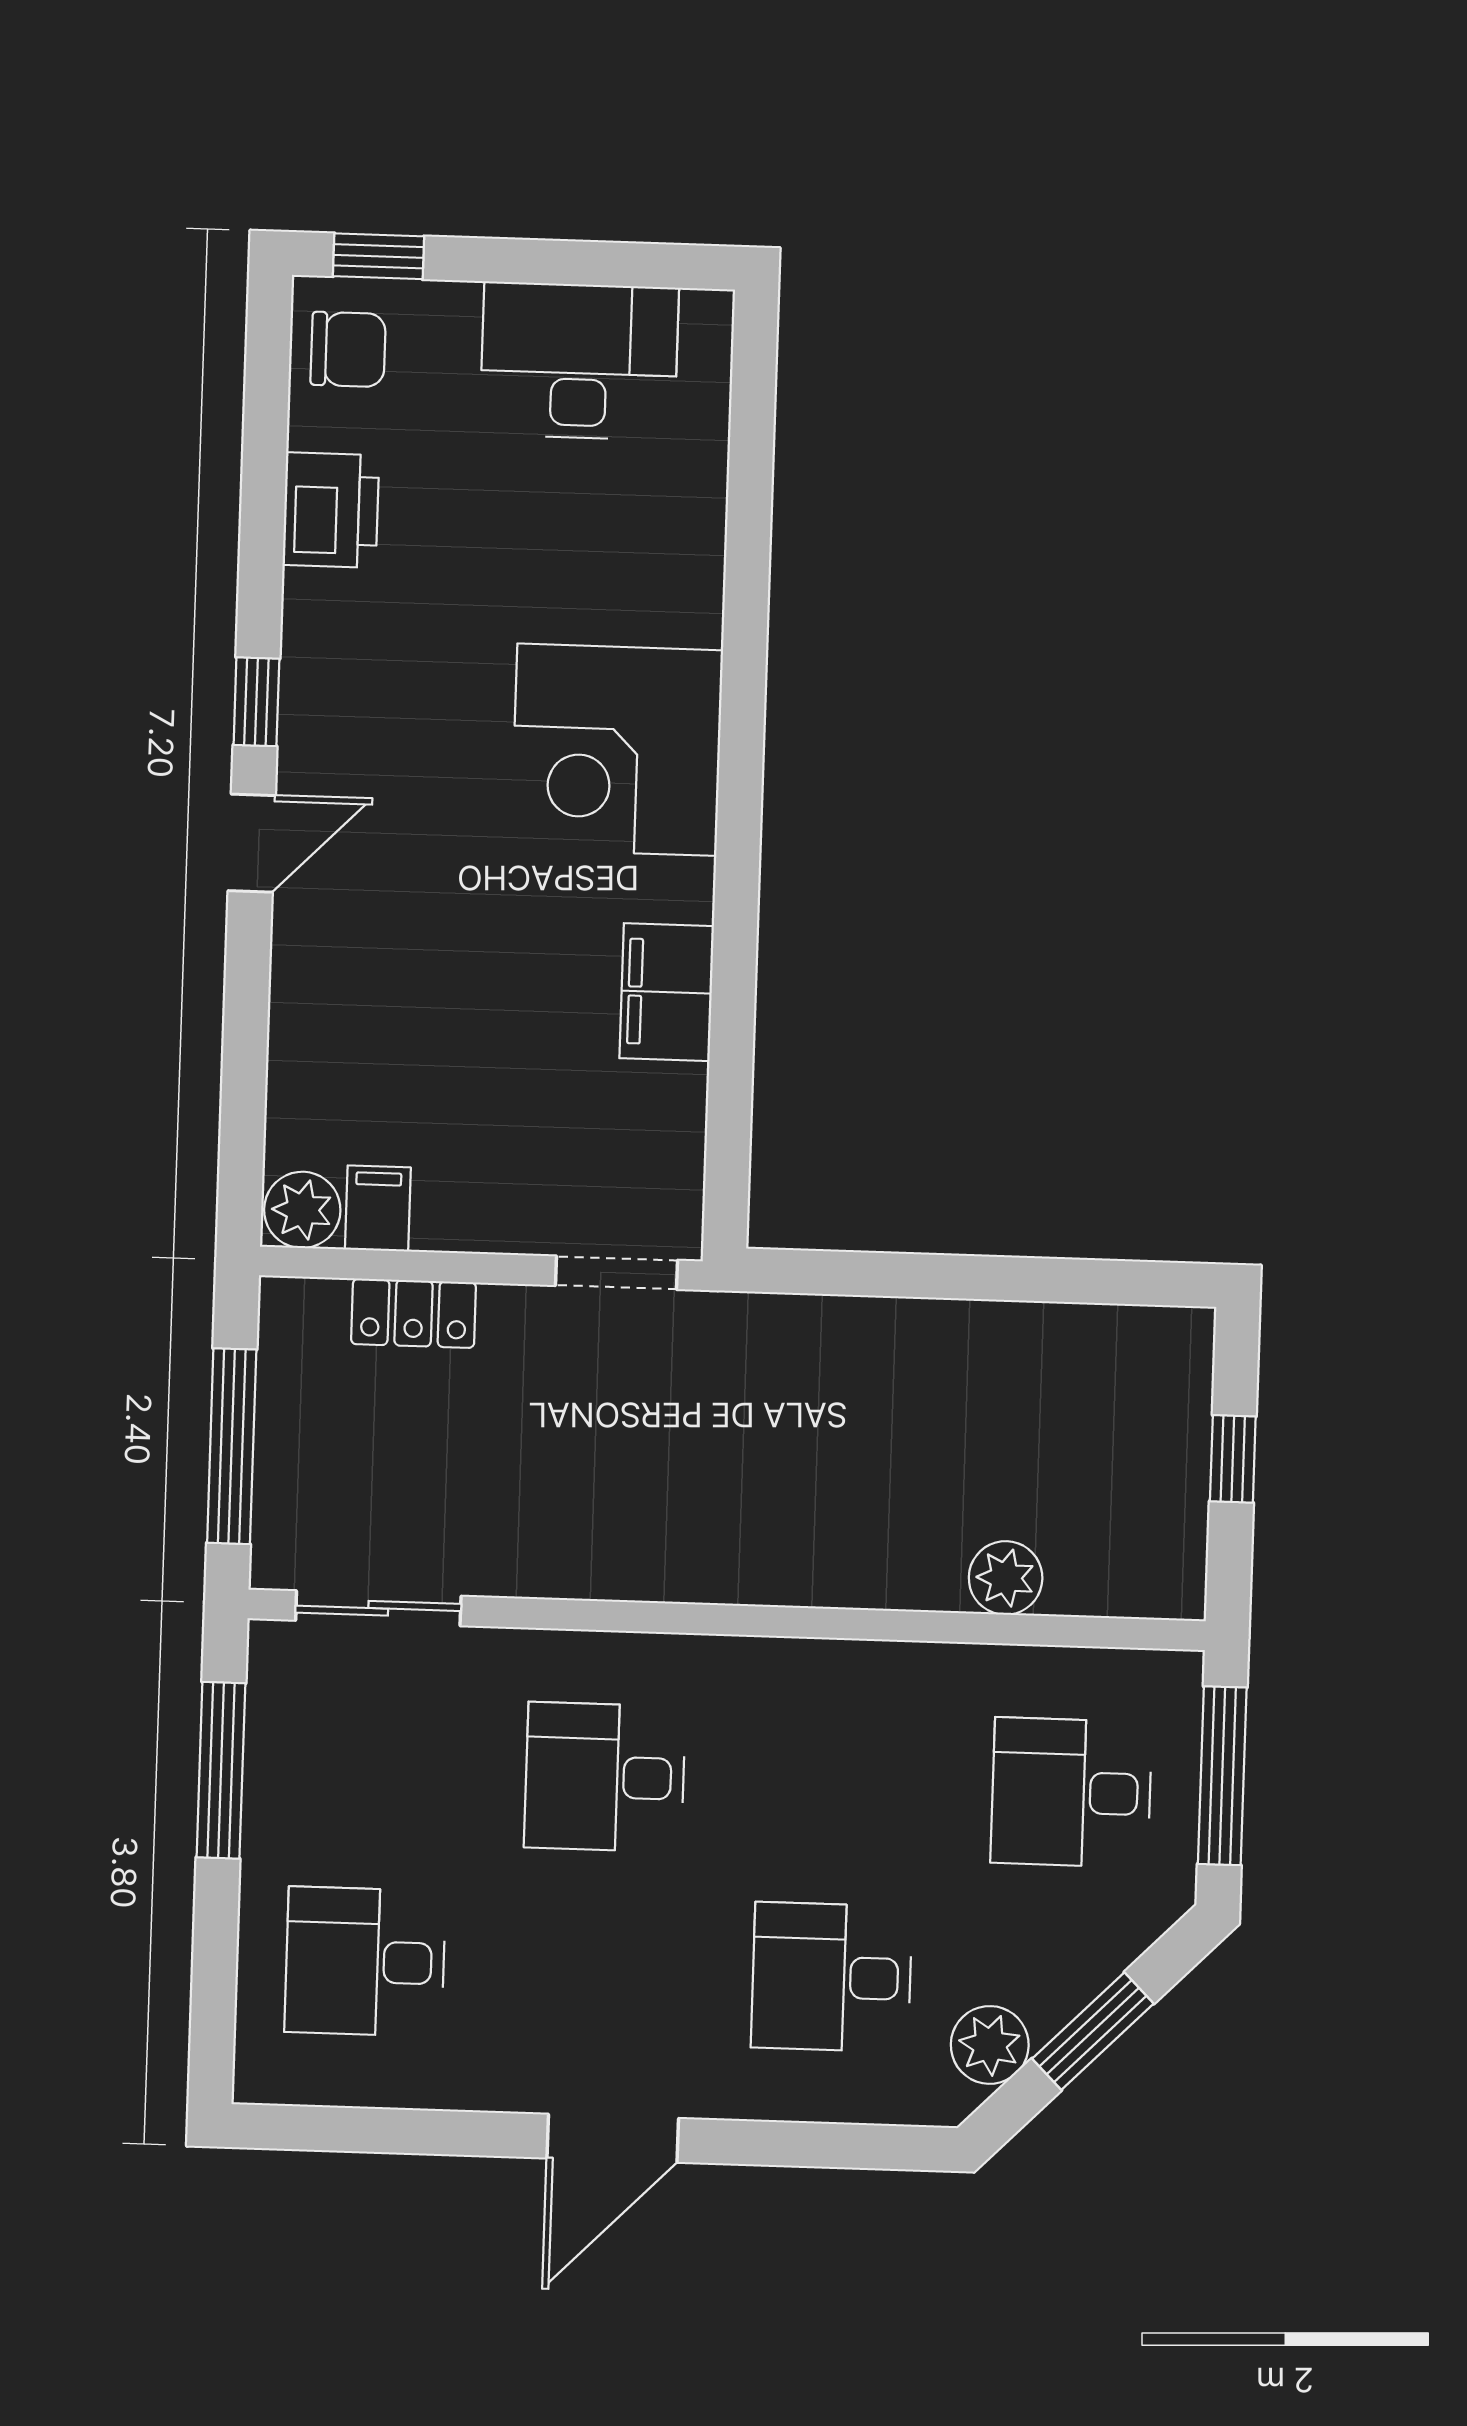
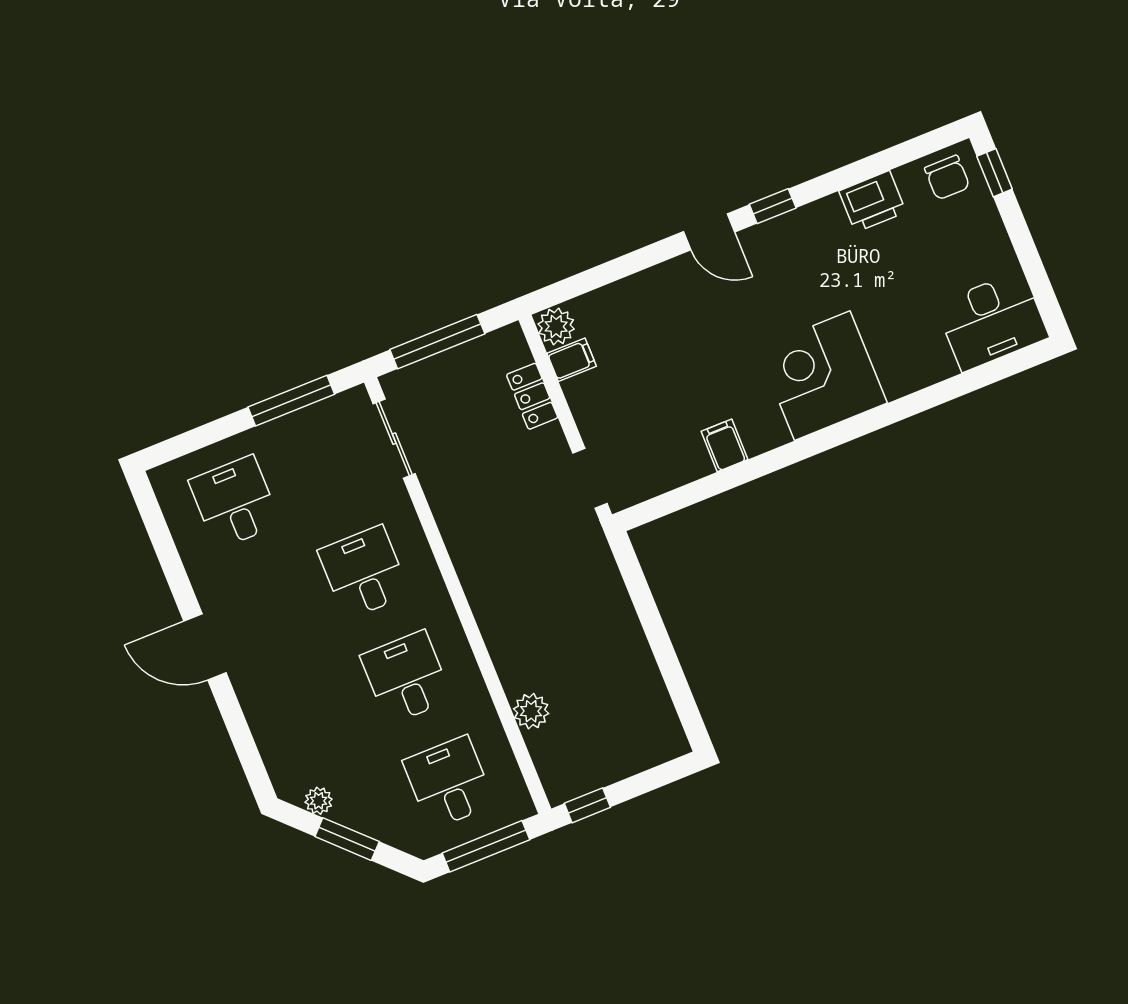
desk: (579, 361) -> (992, 321), moved, turned 90
filing cabinet: (667, 992) -> (725, 445), width x0.50
window: (1233, 1459) -> (587, 805), moved
desk: (832, 1977) -> (406, 677), moved
plant: (990, 2045) -> (319, 801), width x0.73, depth x0.73

